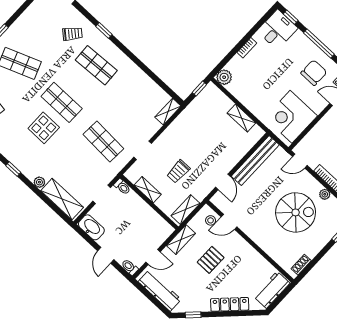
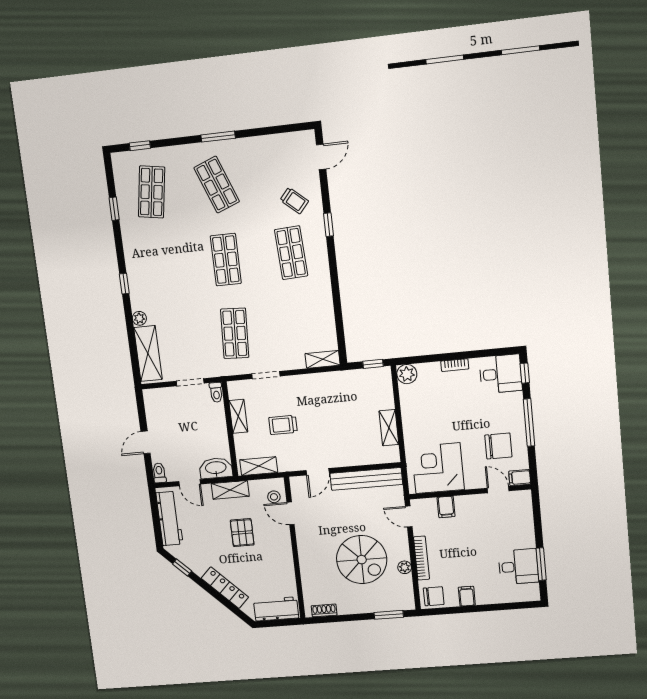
display table: (44, 128) -> (187, 269), removed
filing cabinet: (316, 136) -> (446, 507), added
washbasin: (91, 227) -> (216, 468), moved, turned -90
pallet: (211, 260) -> (242, 533), turned 90

